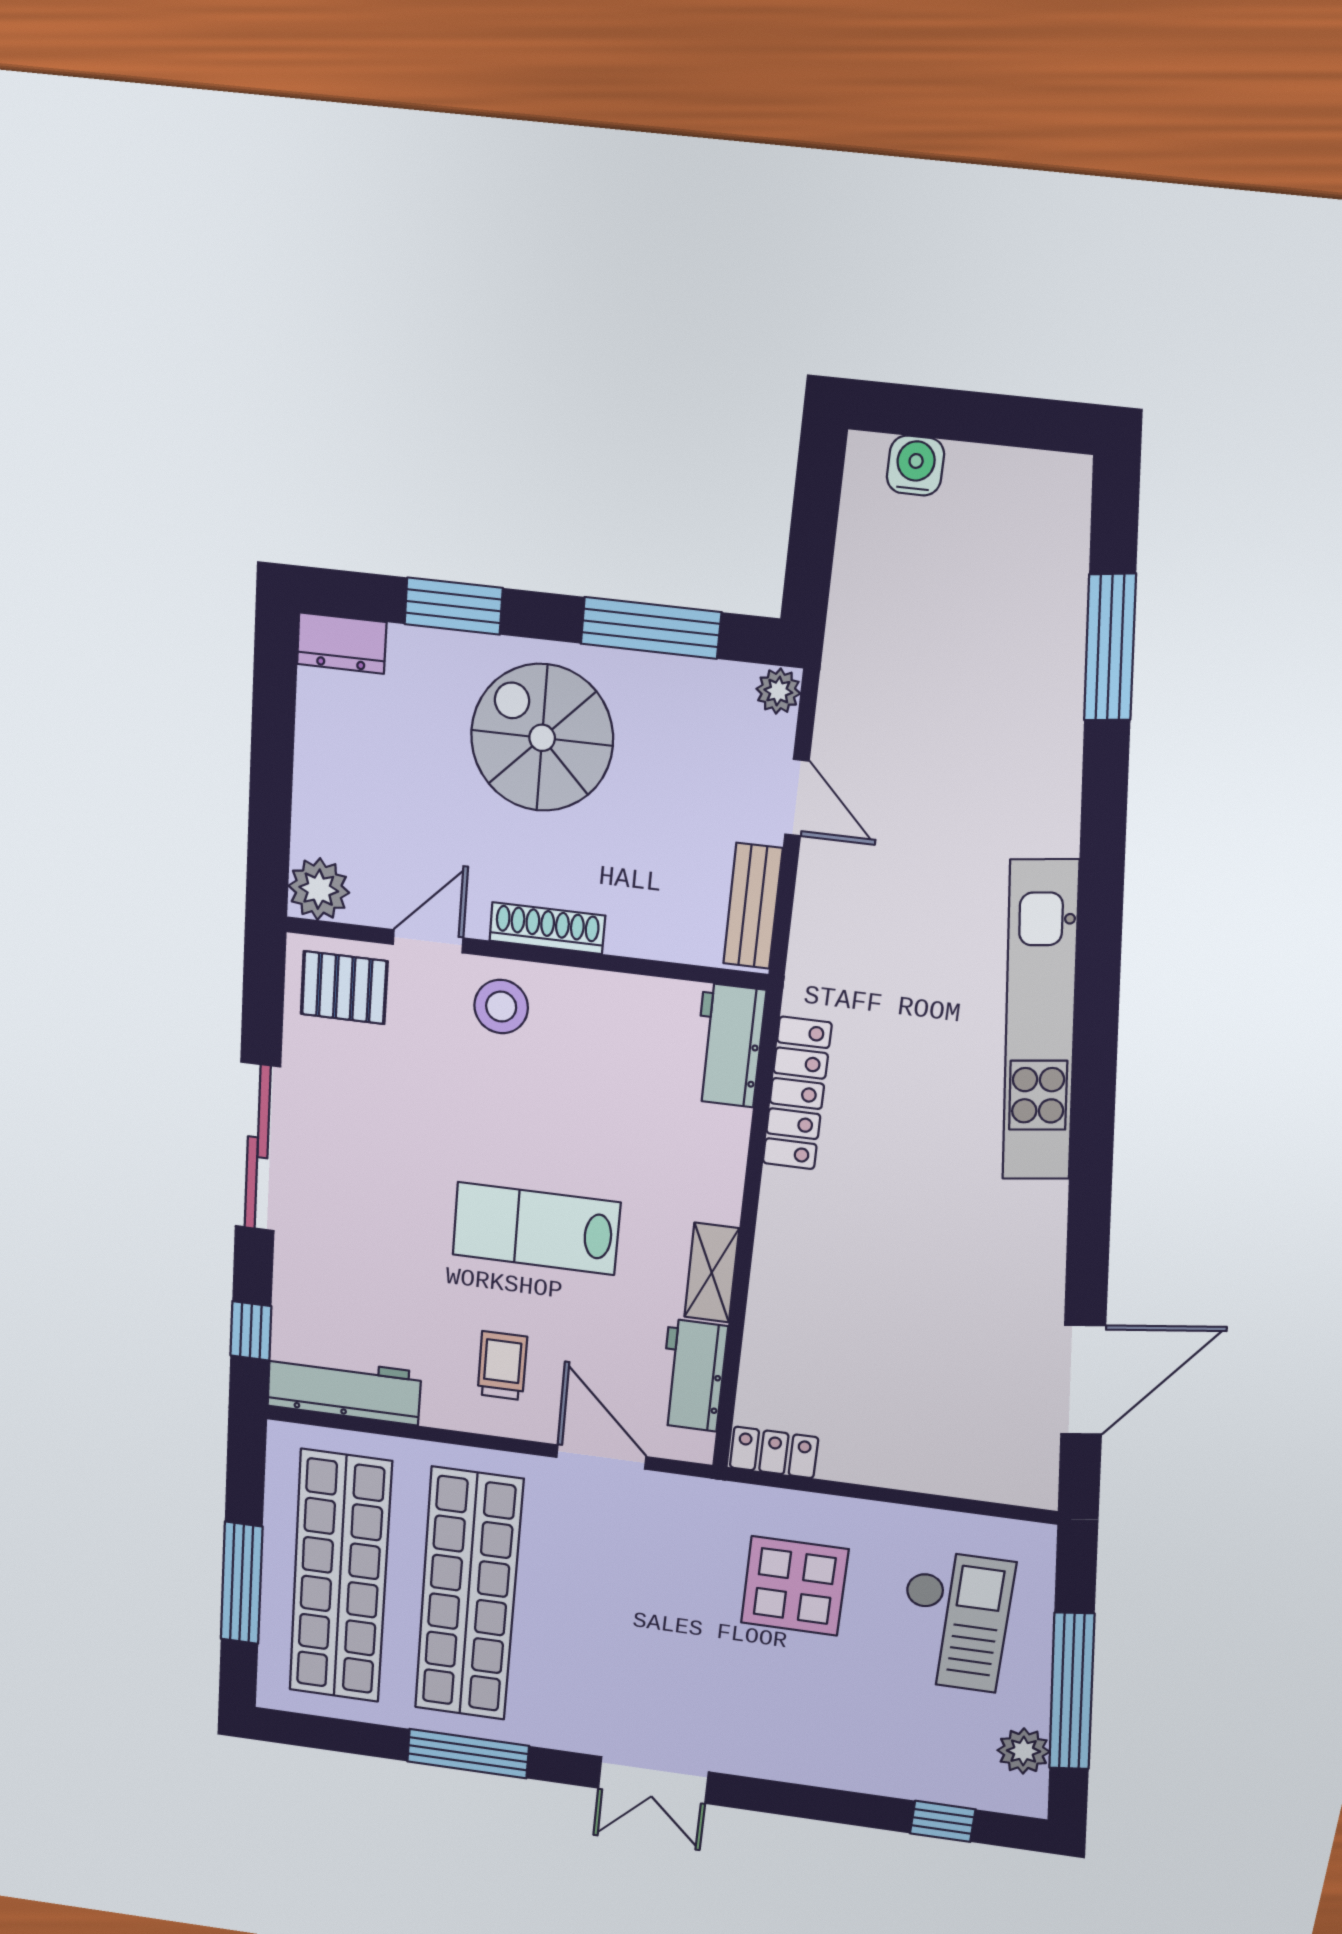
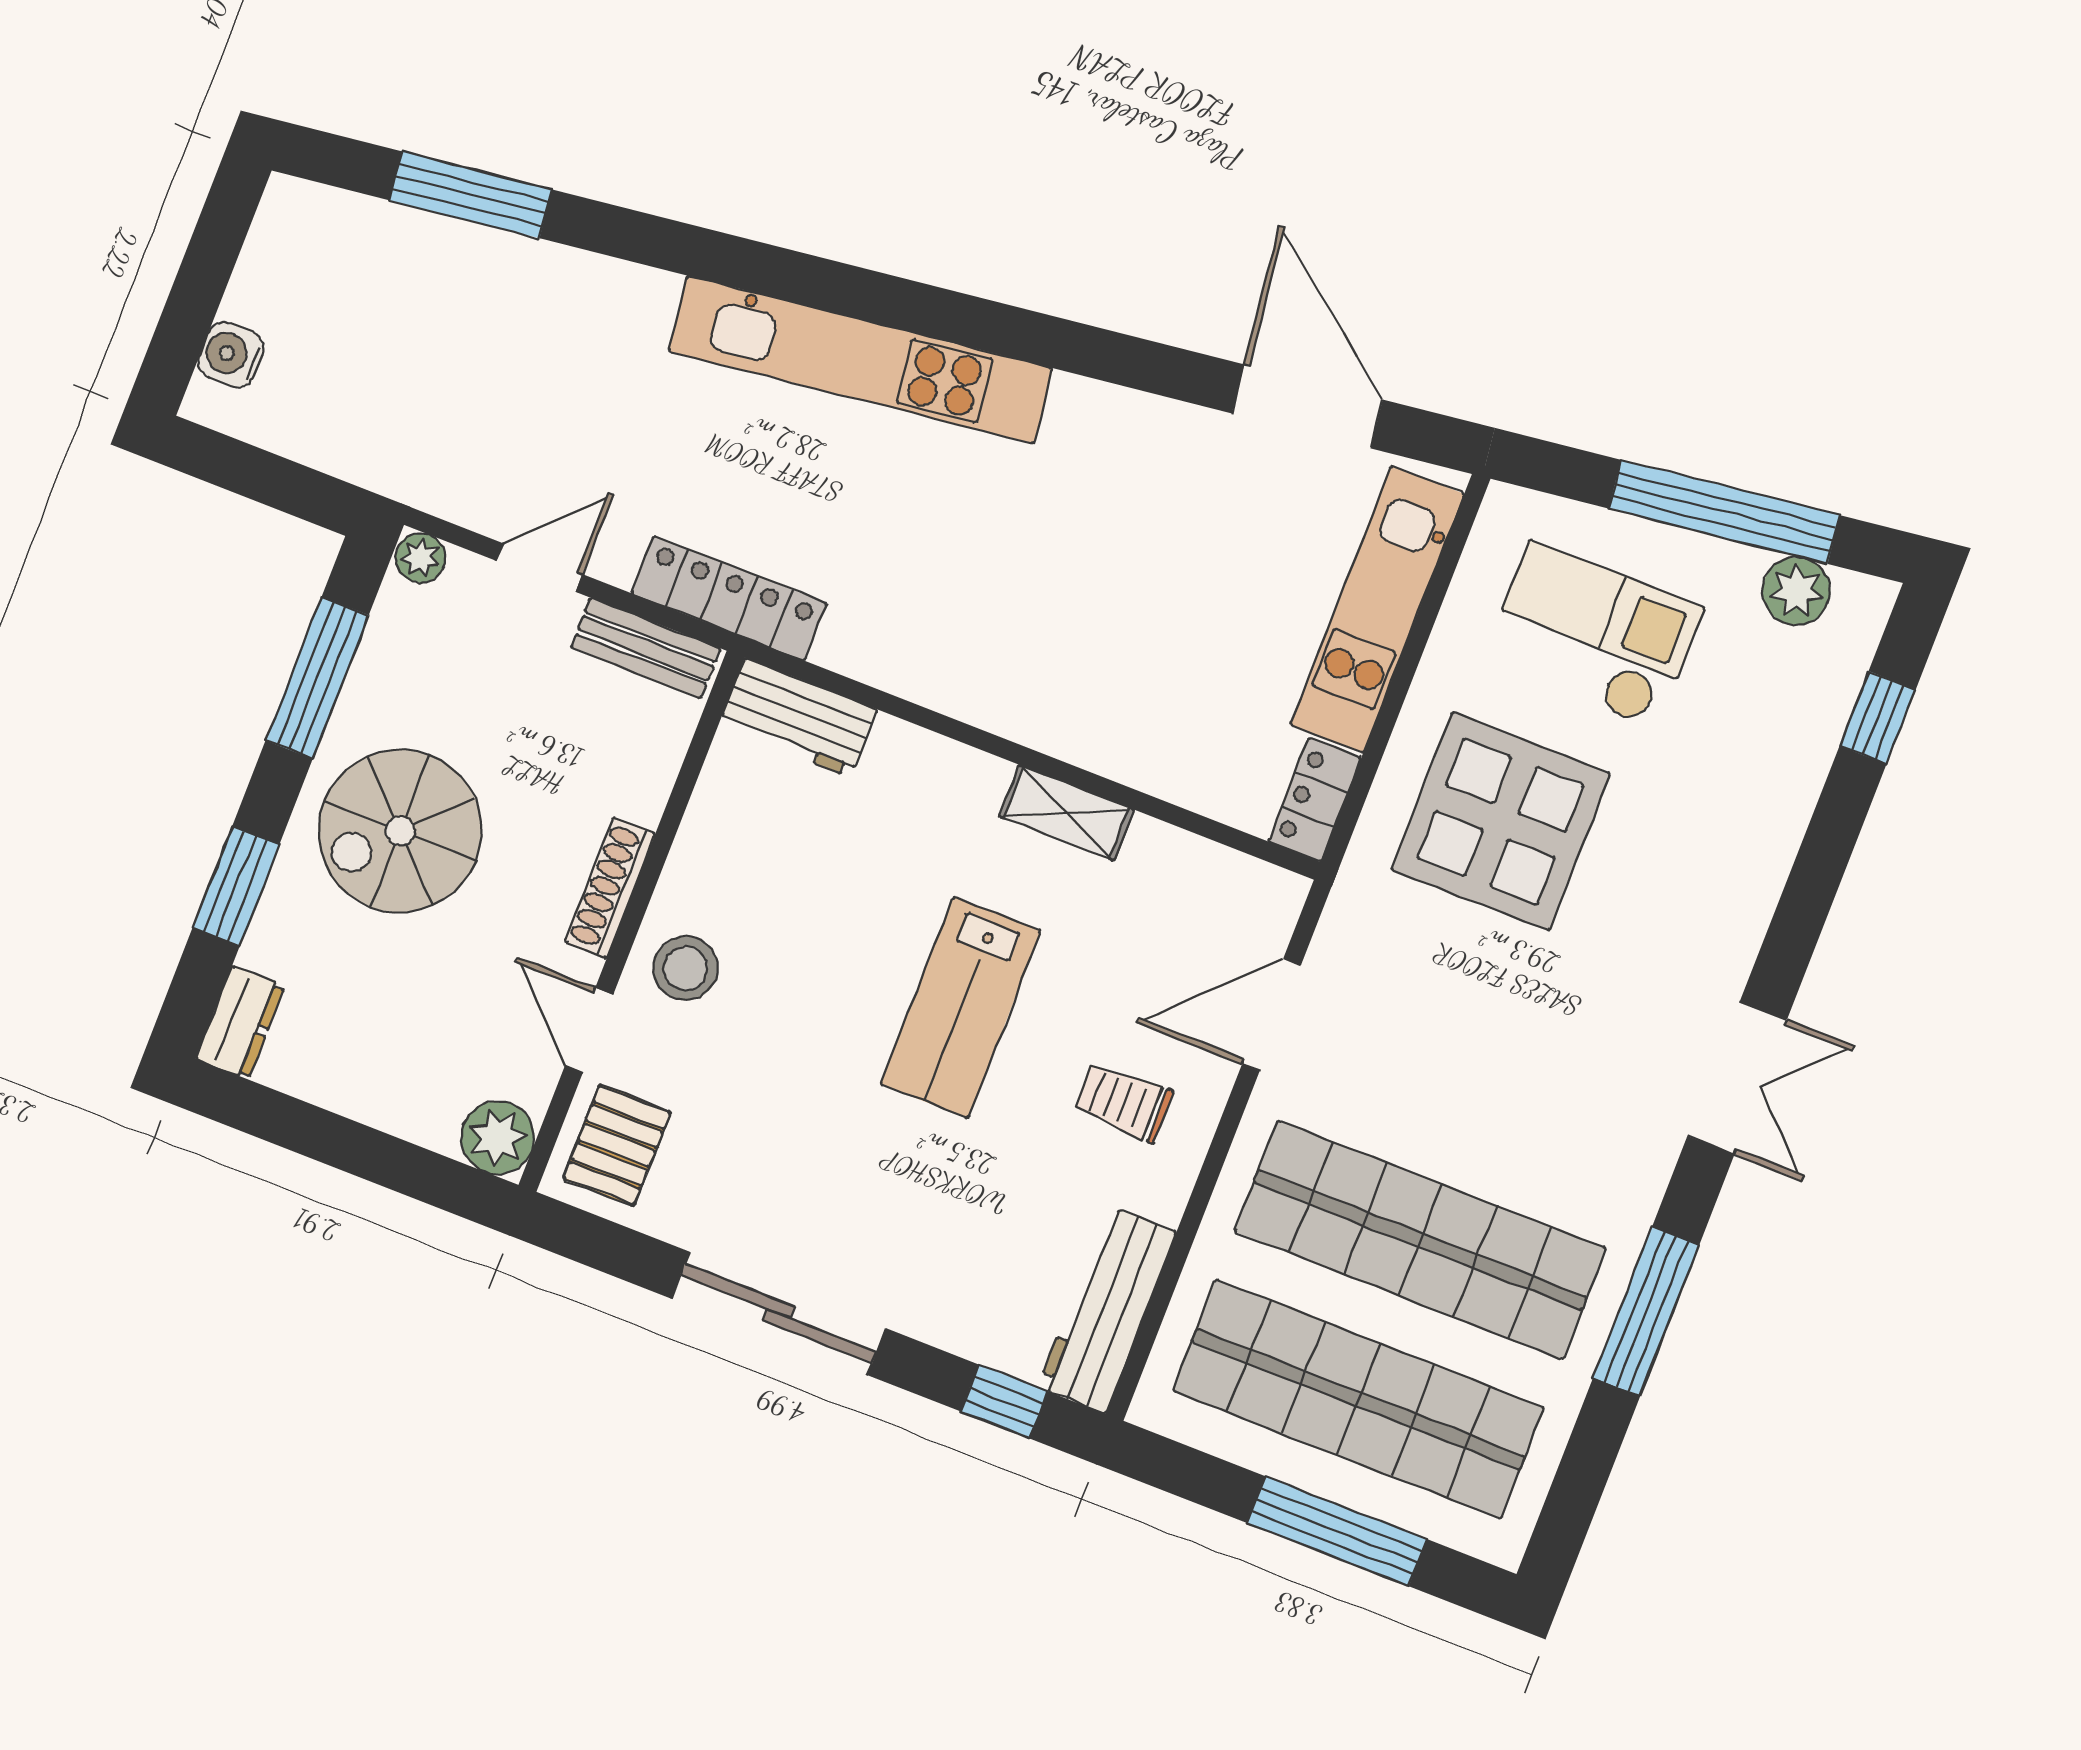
locker: (797, 1094) -> (729, 598), moved
workbench: (693, 1376) -> (1191, 871), removed
kitchen unit: (934, 1466) -> (1377, 609), added
display table: (795, 1586) -> (1501, 822), width x1.36, depth x1.36

